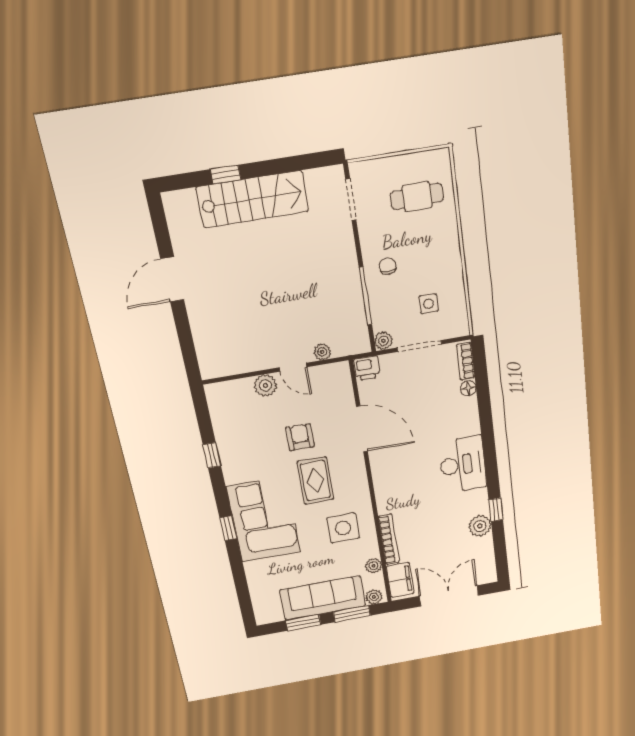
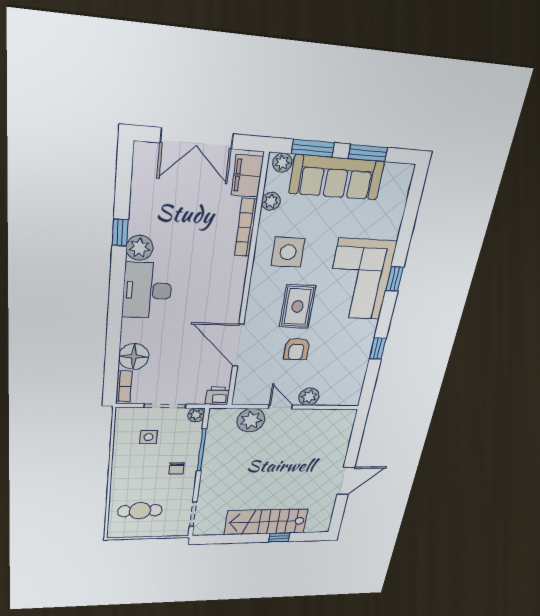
plant: (322, 352) -> (251, 420), width x1.88, depth x1.88
floor lamp: (468, 388) -> (134, 357), width x1.89, depth x1.89
plant: (480, 526) -> (140, 248), moved

